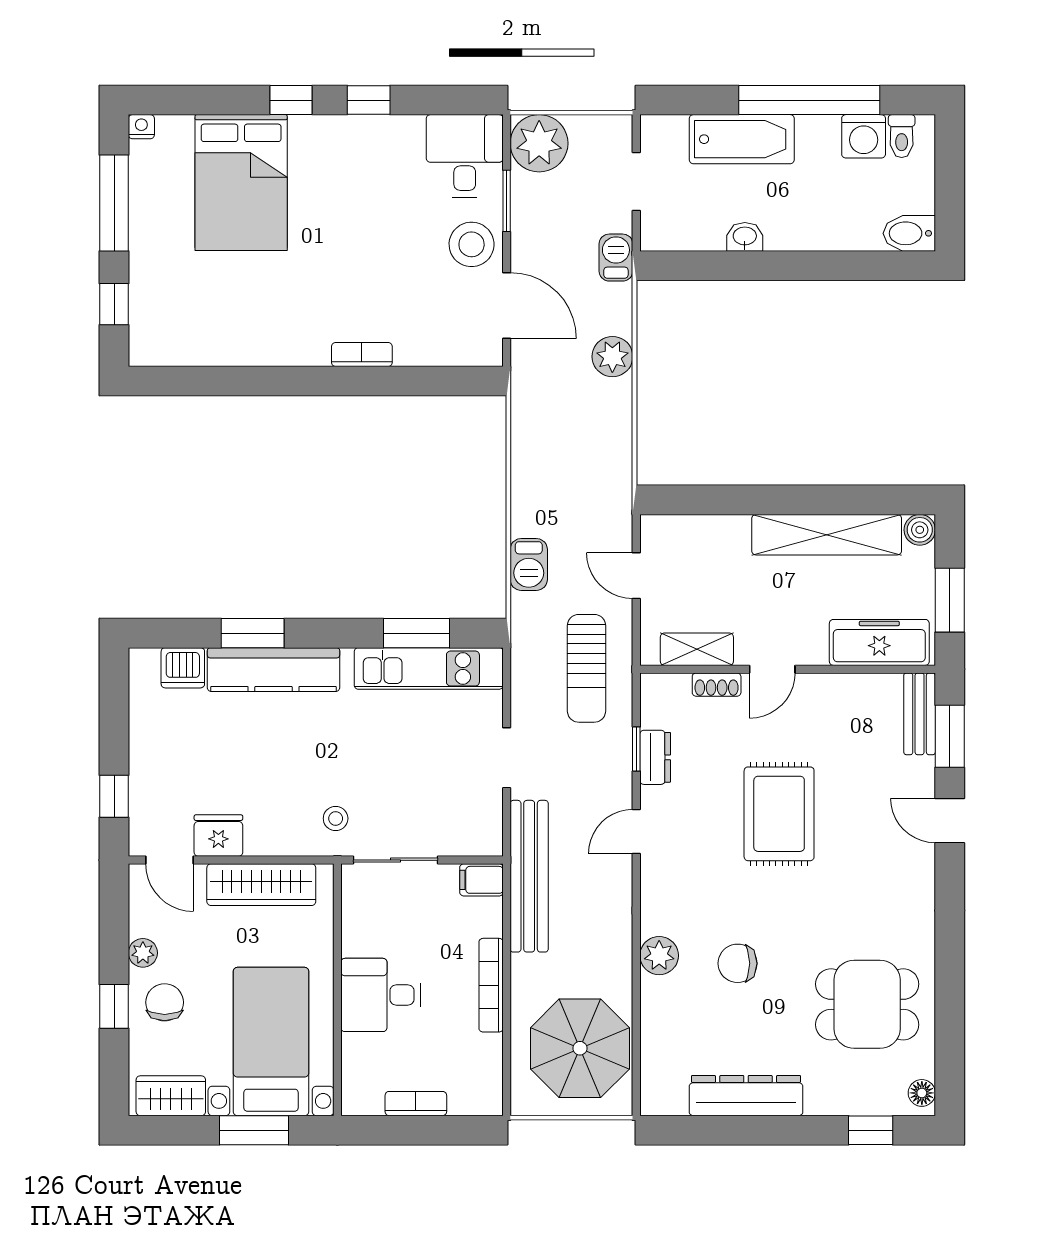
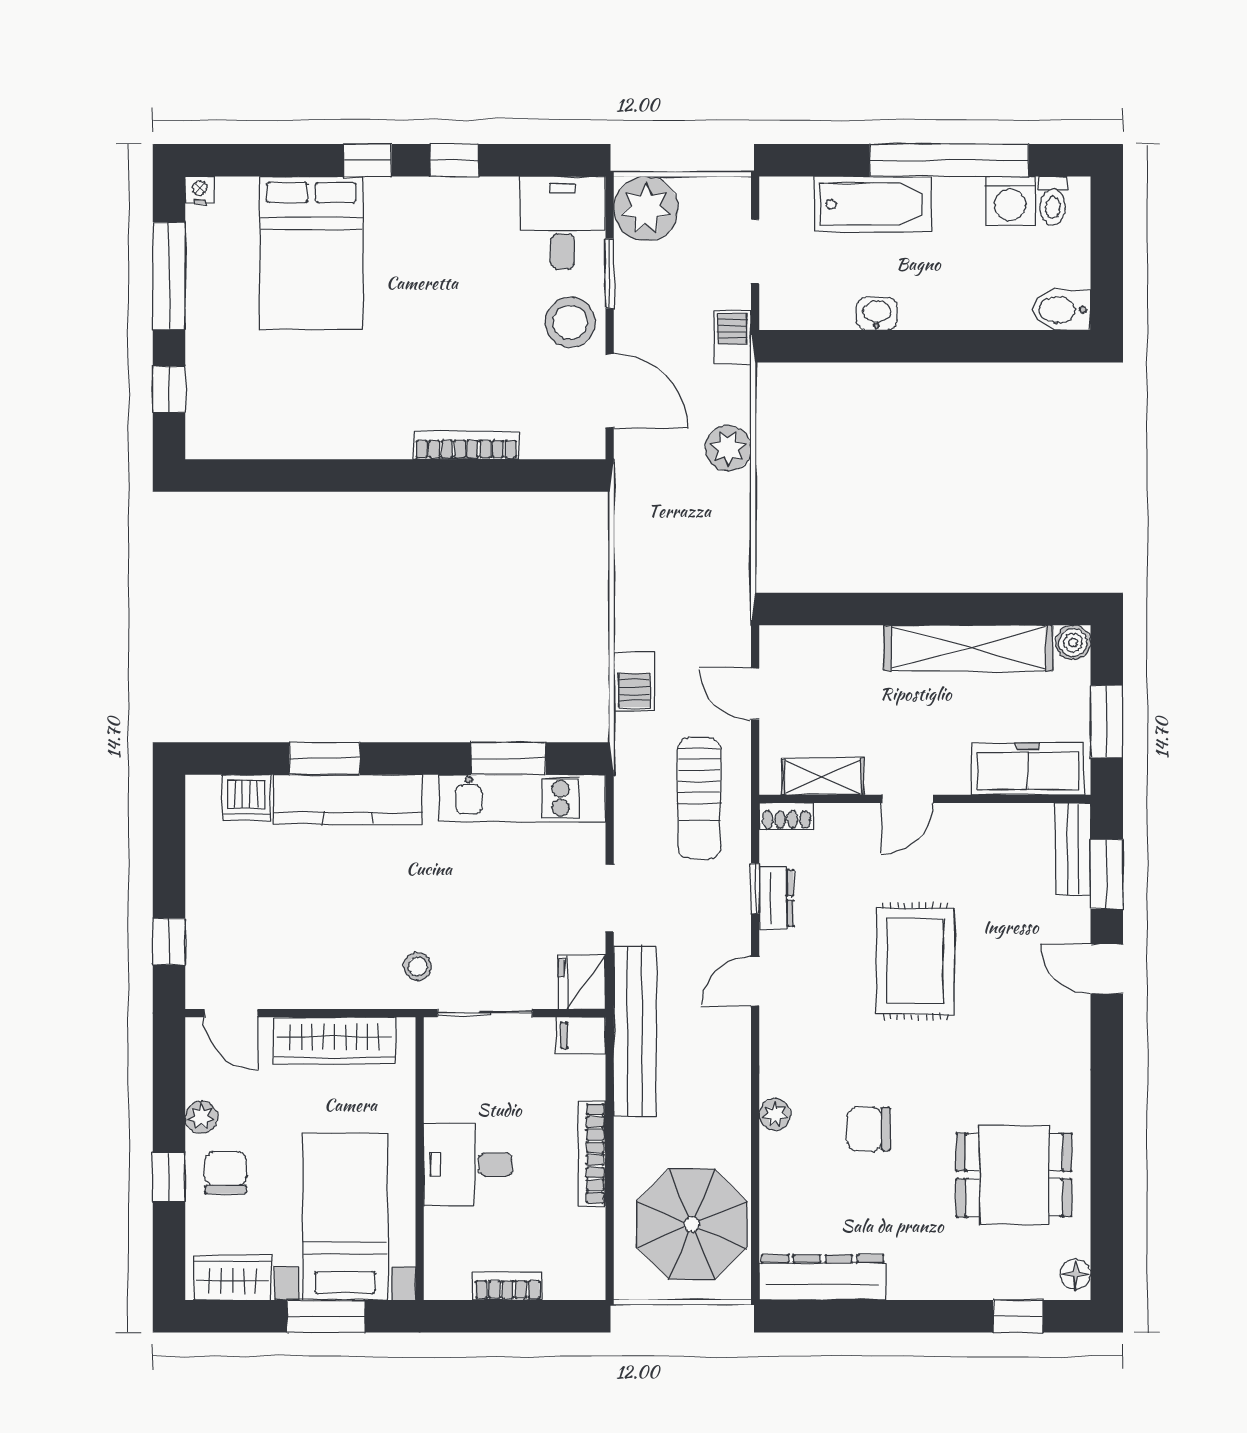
bookcase: (362, 355) -> (466, 446), width x1.56
shoe rack: (717, 685) -> (786, 816), moved
fridge: (218, 836) -> (582, 982), moved, turned -90
plant: (659, 956) -> (775, 1114), width x0.73, depth x0.73
dresser: (746, 1096) -> (823, 1277), moved

